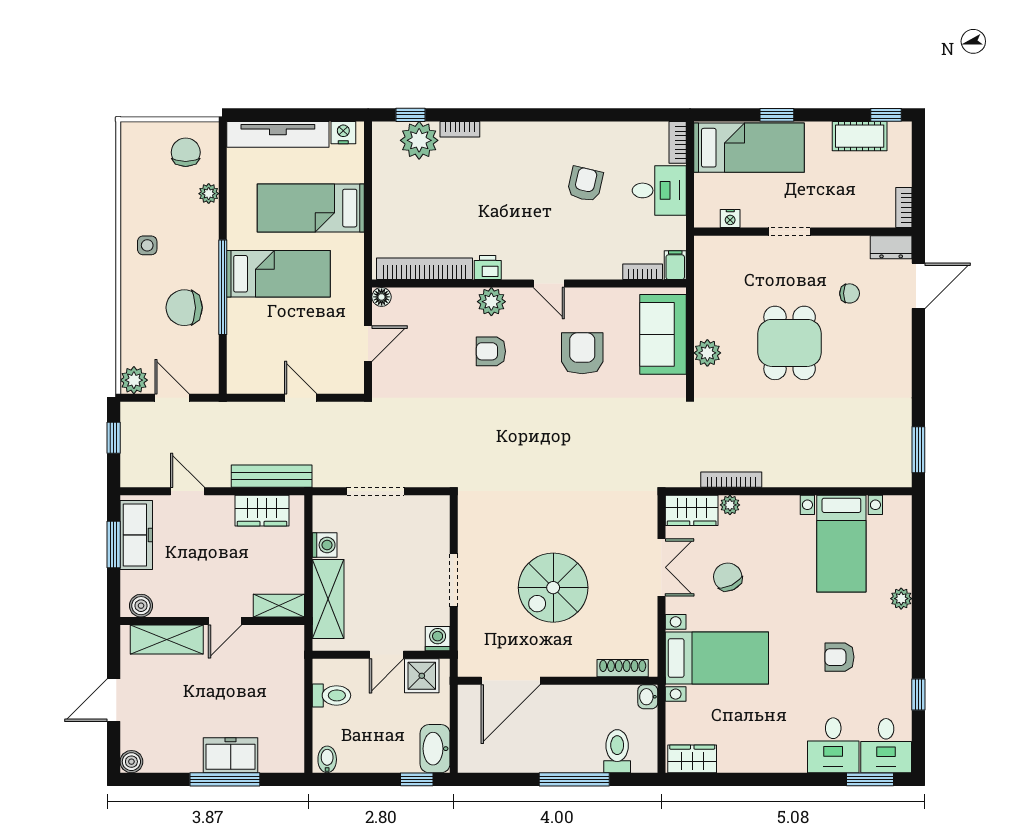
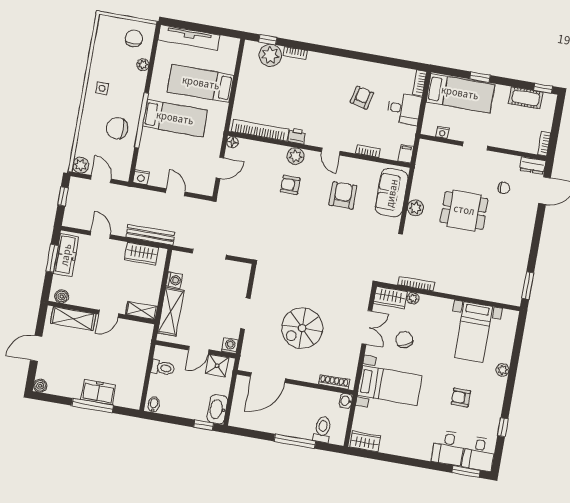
nightstand: (343, 133) -> (141, 177), moved, turned 180
bookcase: (643, 272) -> (368, 151), moved
dining table: (790, 343) -> (464, 210), turned 90

